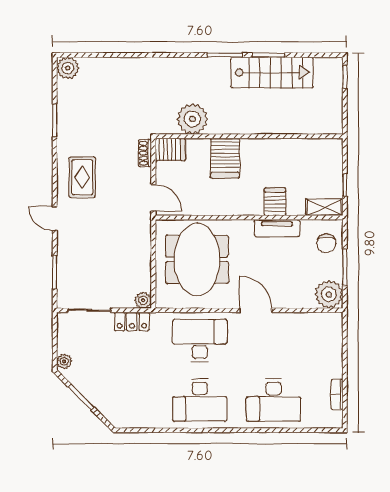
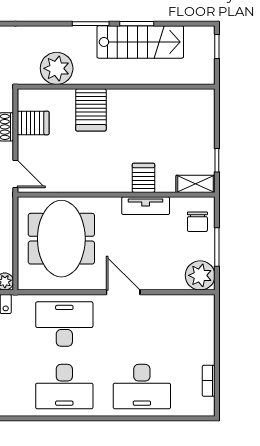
plant: (192, 119) -> (57, 68), moved
wall: (249, 136) -> (116, 87), moved
server rack: (225, 158) -> (91, 110), moved

